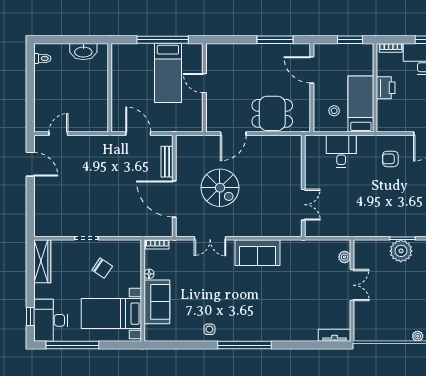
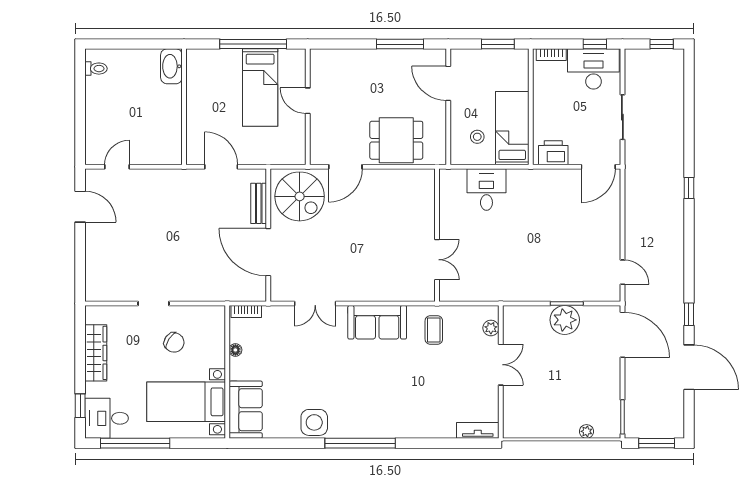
washbasin: (83, 52) -> (171, 66), moved, turned 90
printer: (386, 88) -> (553, 153), moved, turned -90
armchair: (390, 159) -> (551, 200), removed
spiral stairs: (220, 188) -> (300, 196), moved
coffee table: (301, 259) -> (434, 330), added
wardrobe: (42, 261) -> (96, 353), moved
sofa: (157, 302) -> (246, 410), moved
desk: (50, 320) -> (106, 418), width x0.73
side table: (209, 329) -> (314, 422), width x1.87, depth x1.87

